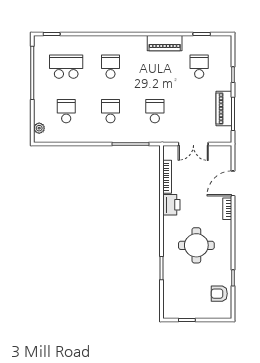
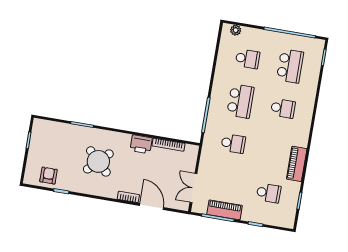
school desk: (111, 111) -> (240, 101), width x1.85
double door: (193, 144) -> (193, 188), moved
round table: (196, 245) -> (98, 161), turned 45

